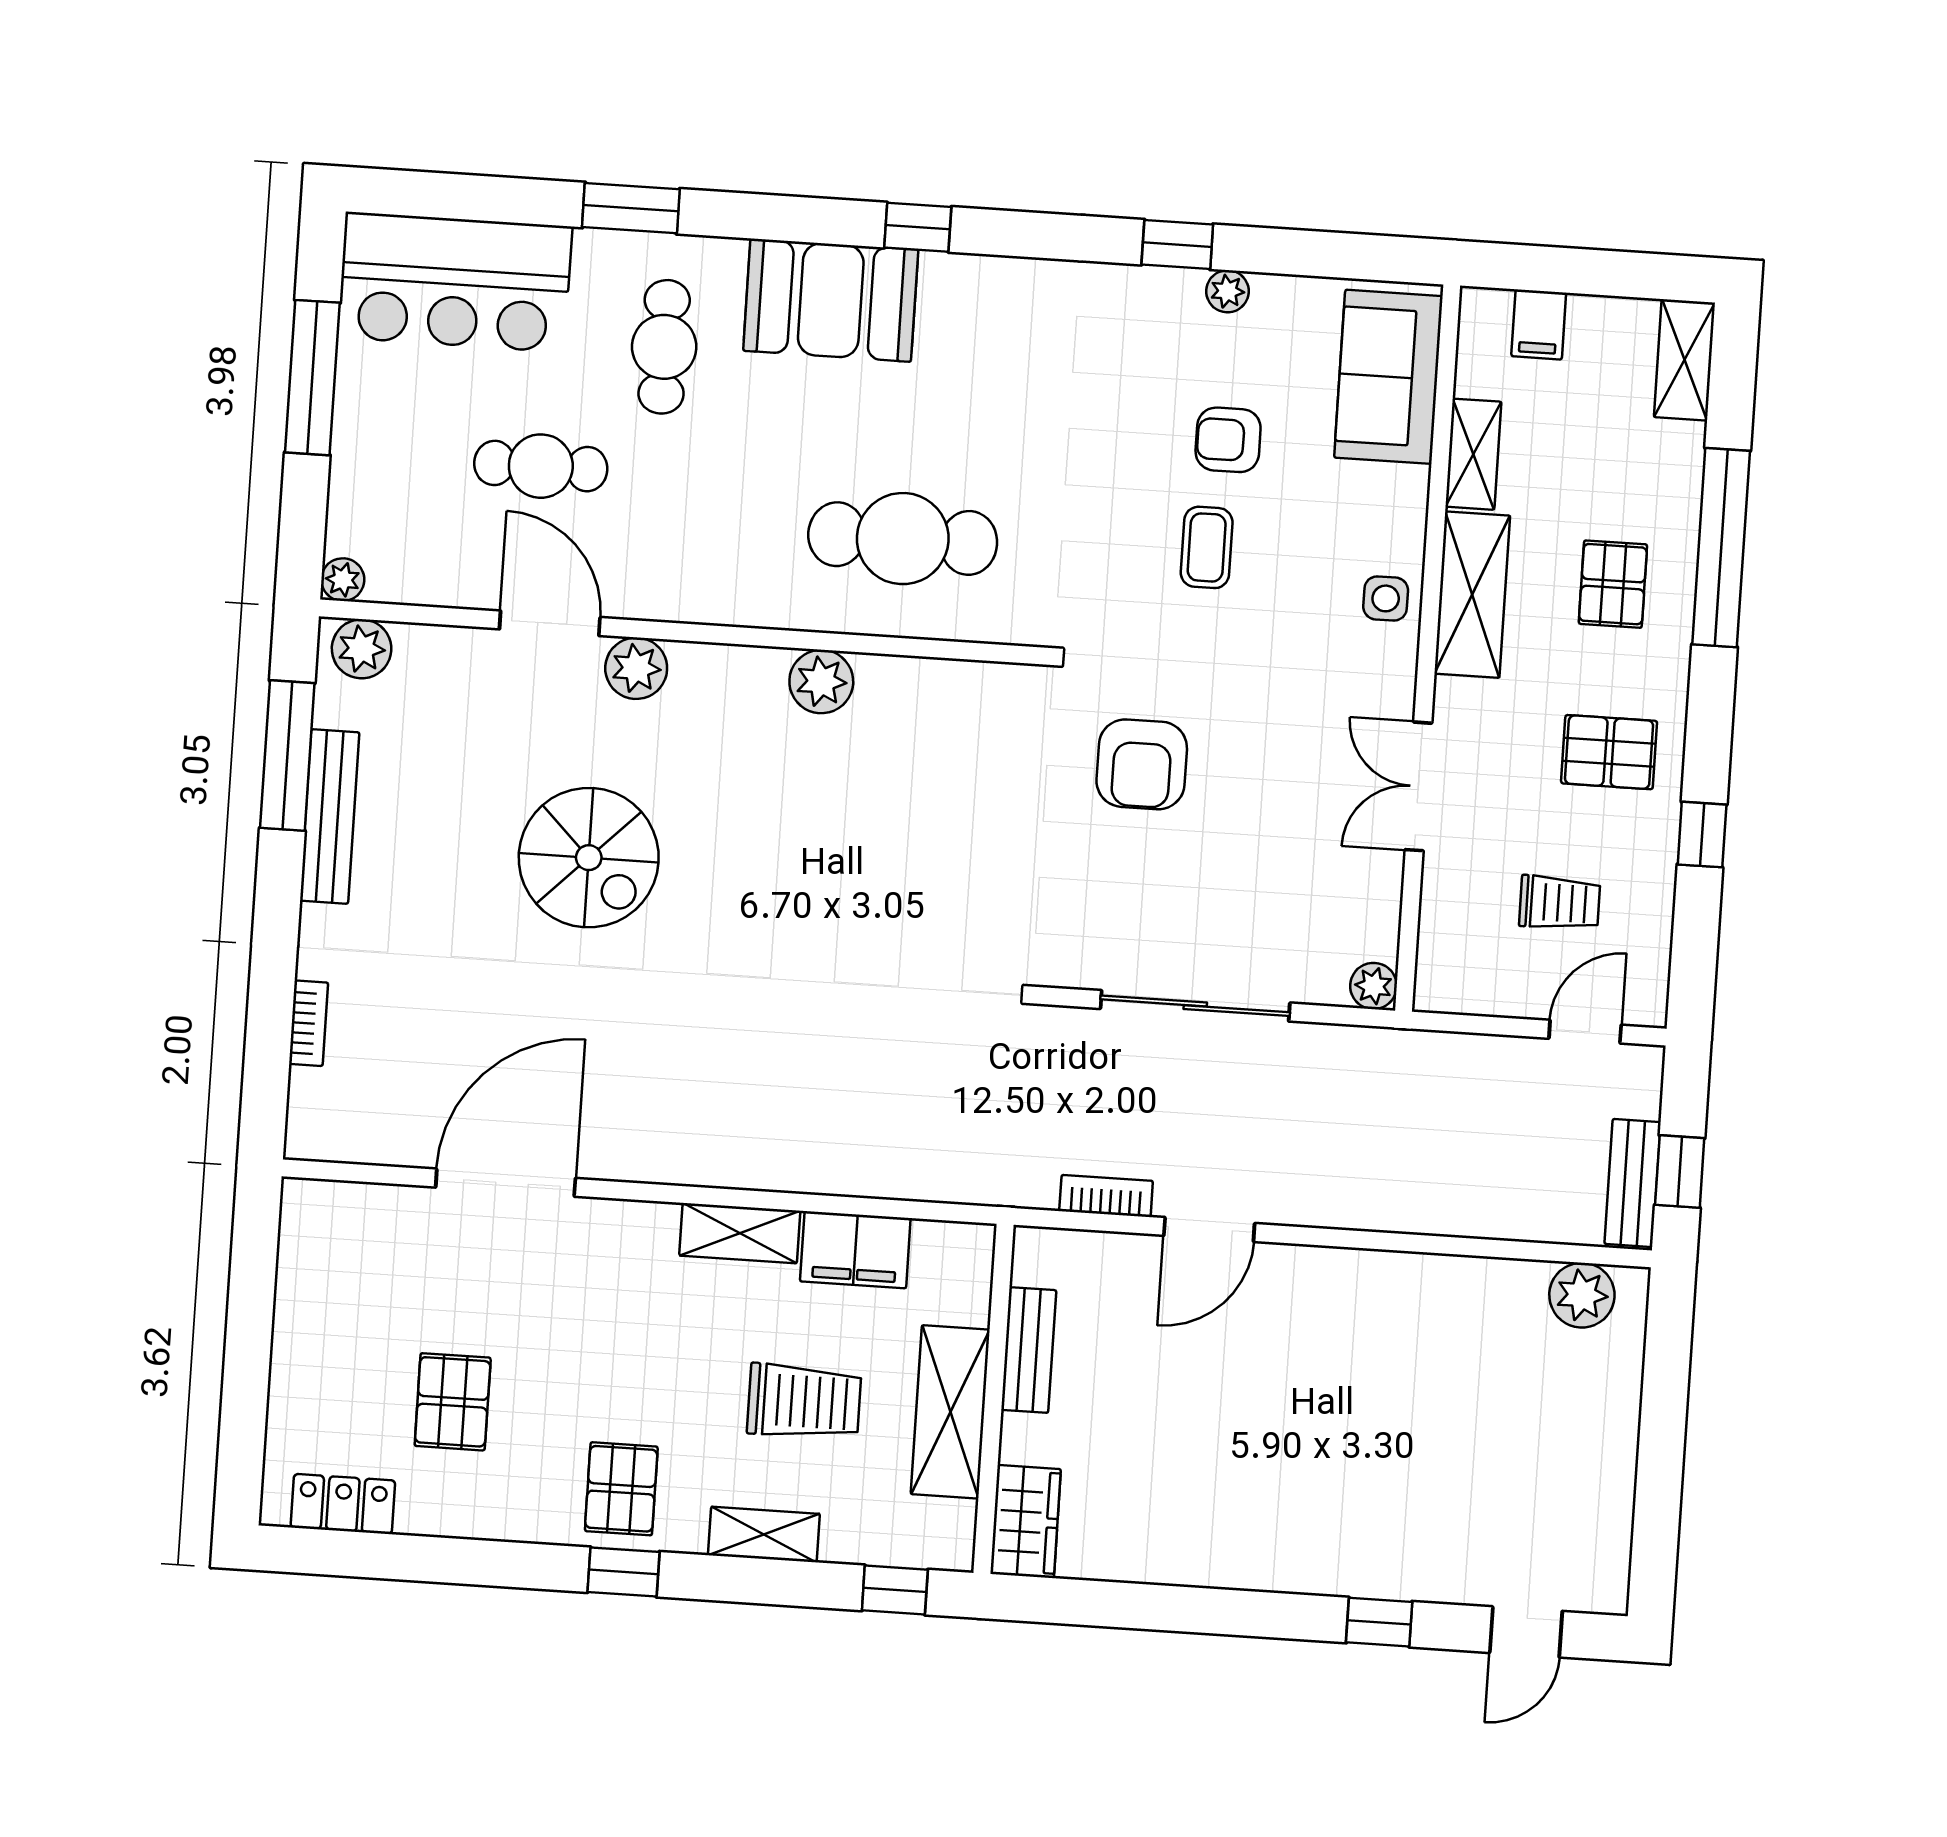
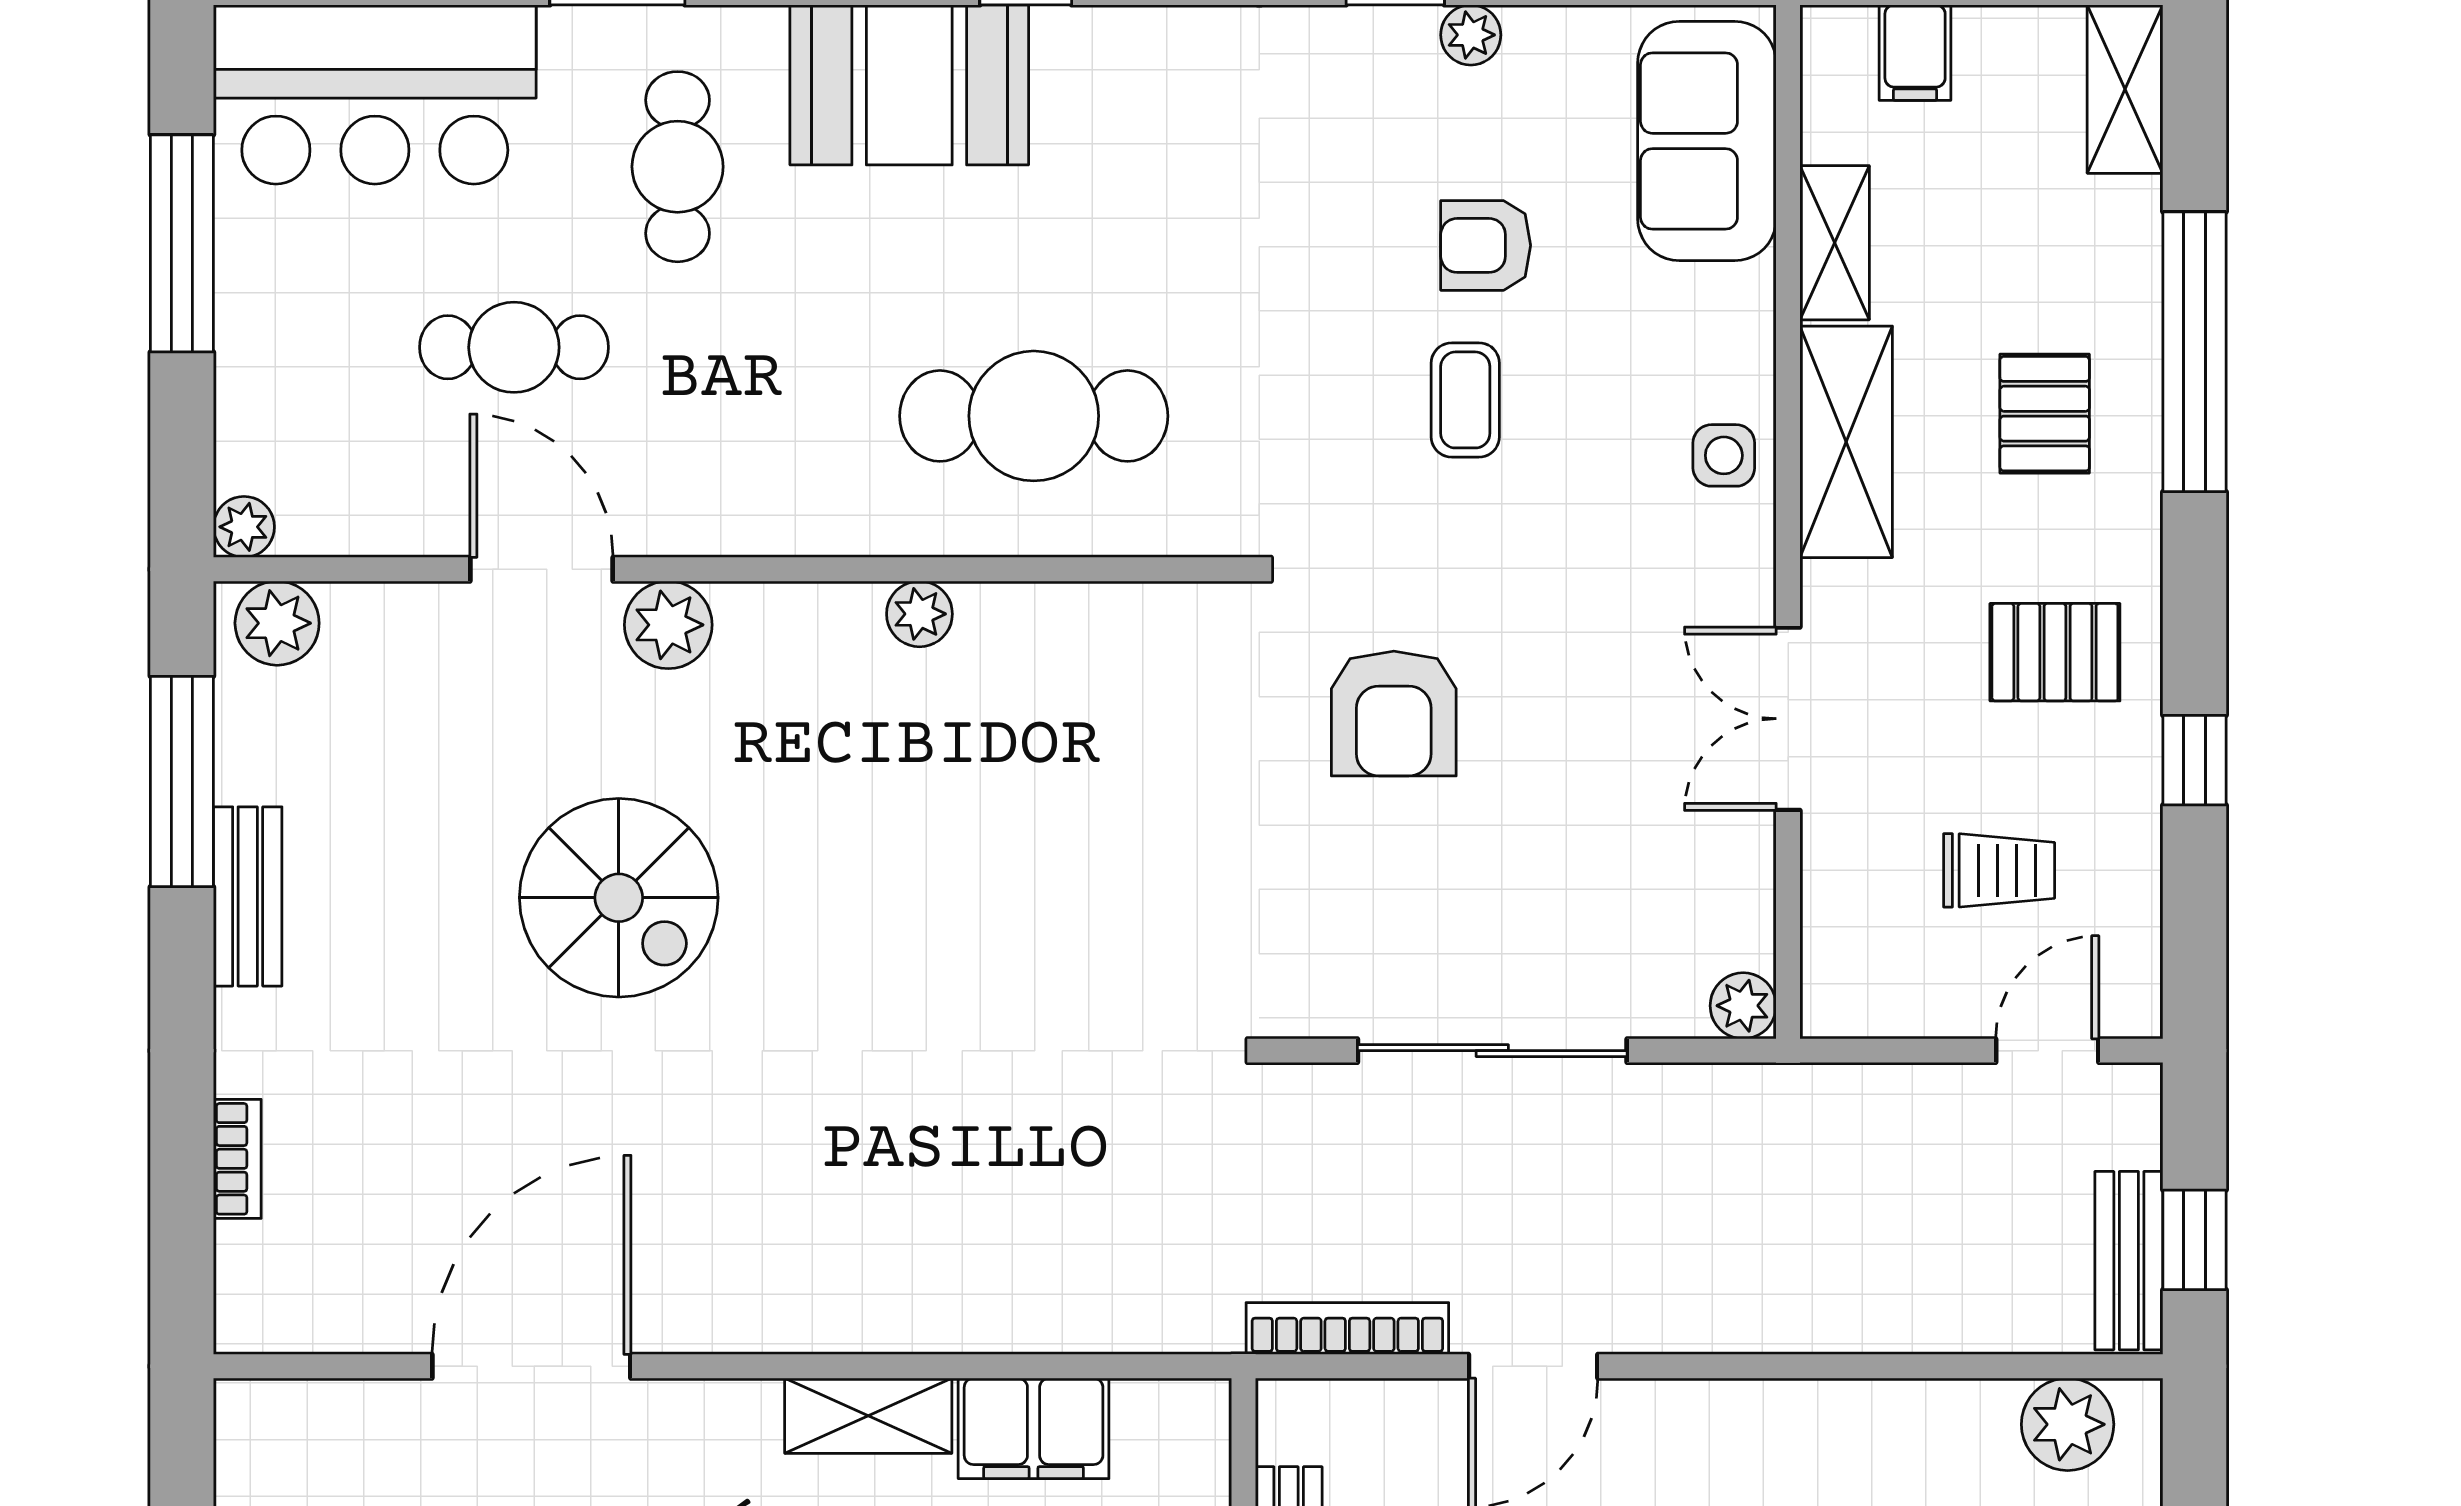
plant: (821, 682) -> (919, 614), width x0.73, depth x0.73
bench: (330, 816) -> (248, 896), width x0.73
bookcase: (1106, 1196) -> (1347, 1329), width x1.56

